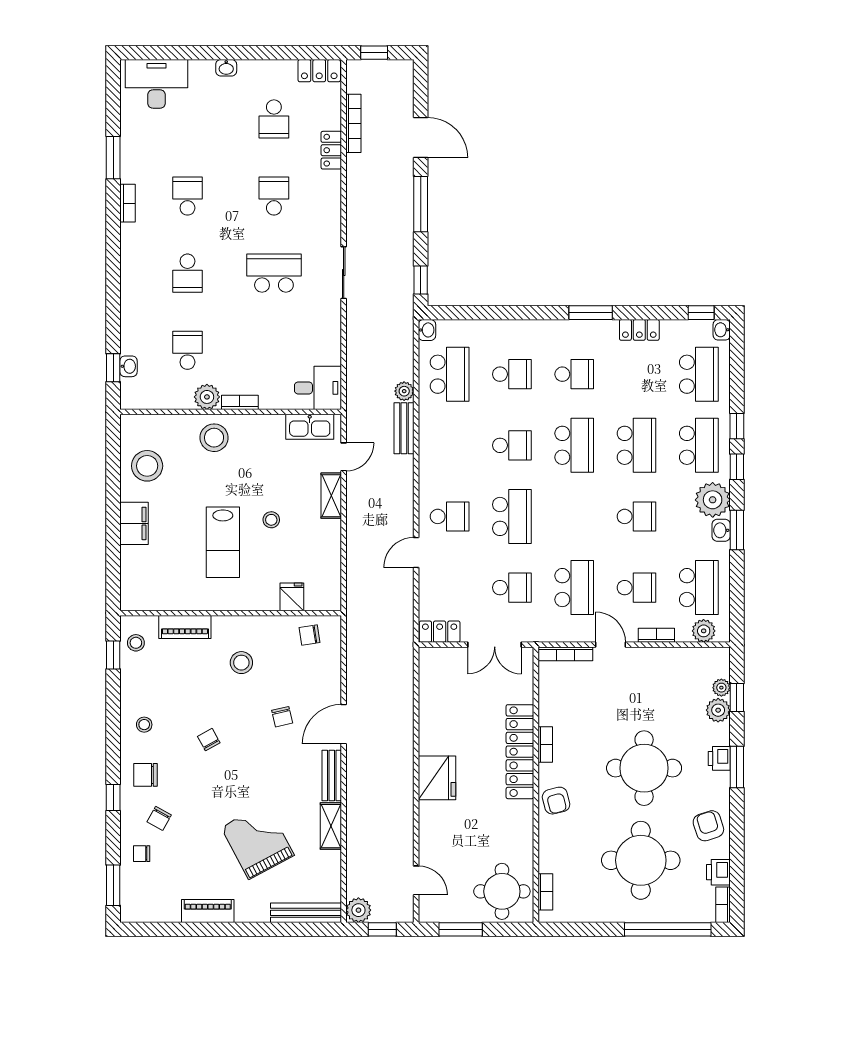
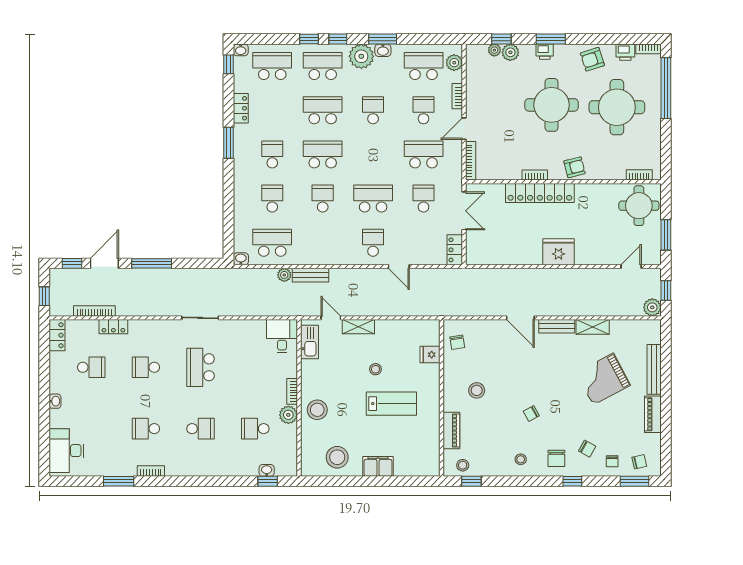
window: (421, 280) -> (72, 263), moved
chair: (282, 717) -> (639, 462), moved
bench: (306, 913) -> (654, 369), moved

